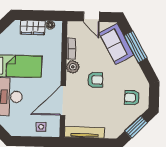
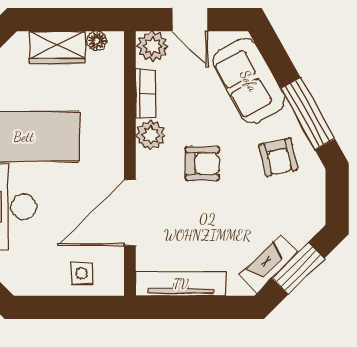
plant: (75, 28) -> (153, 46), added
window: (135, 47) -> (308, 114), moved
armchair: (132, 98) -> (278, 157), moved, turned -103
fireplace: (123, 125) -> (269, 264), added

